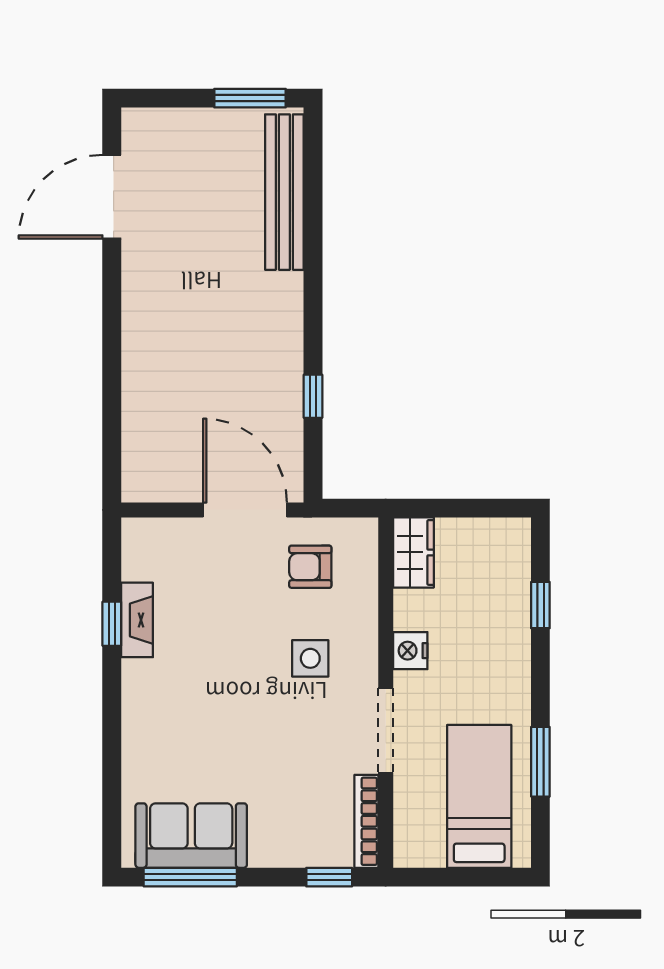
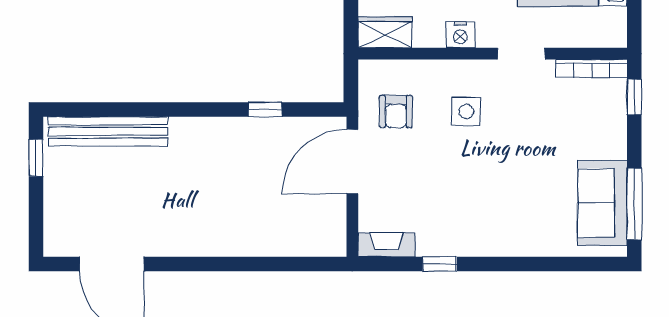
window: (250, 98) -> (36, 158), width x0.67
fireplace: (137, 620) -> (387, 245), moved
doorway: (386, 730) -> (521, 54), width x0.73

